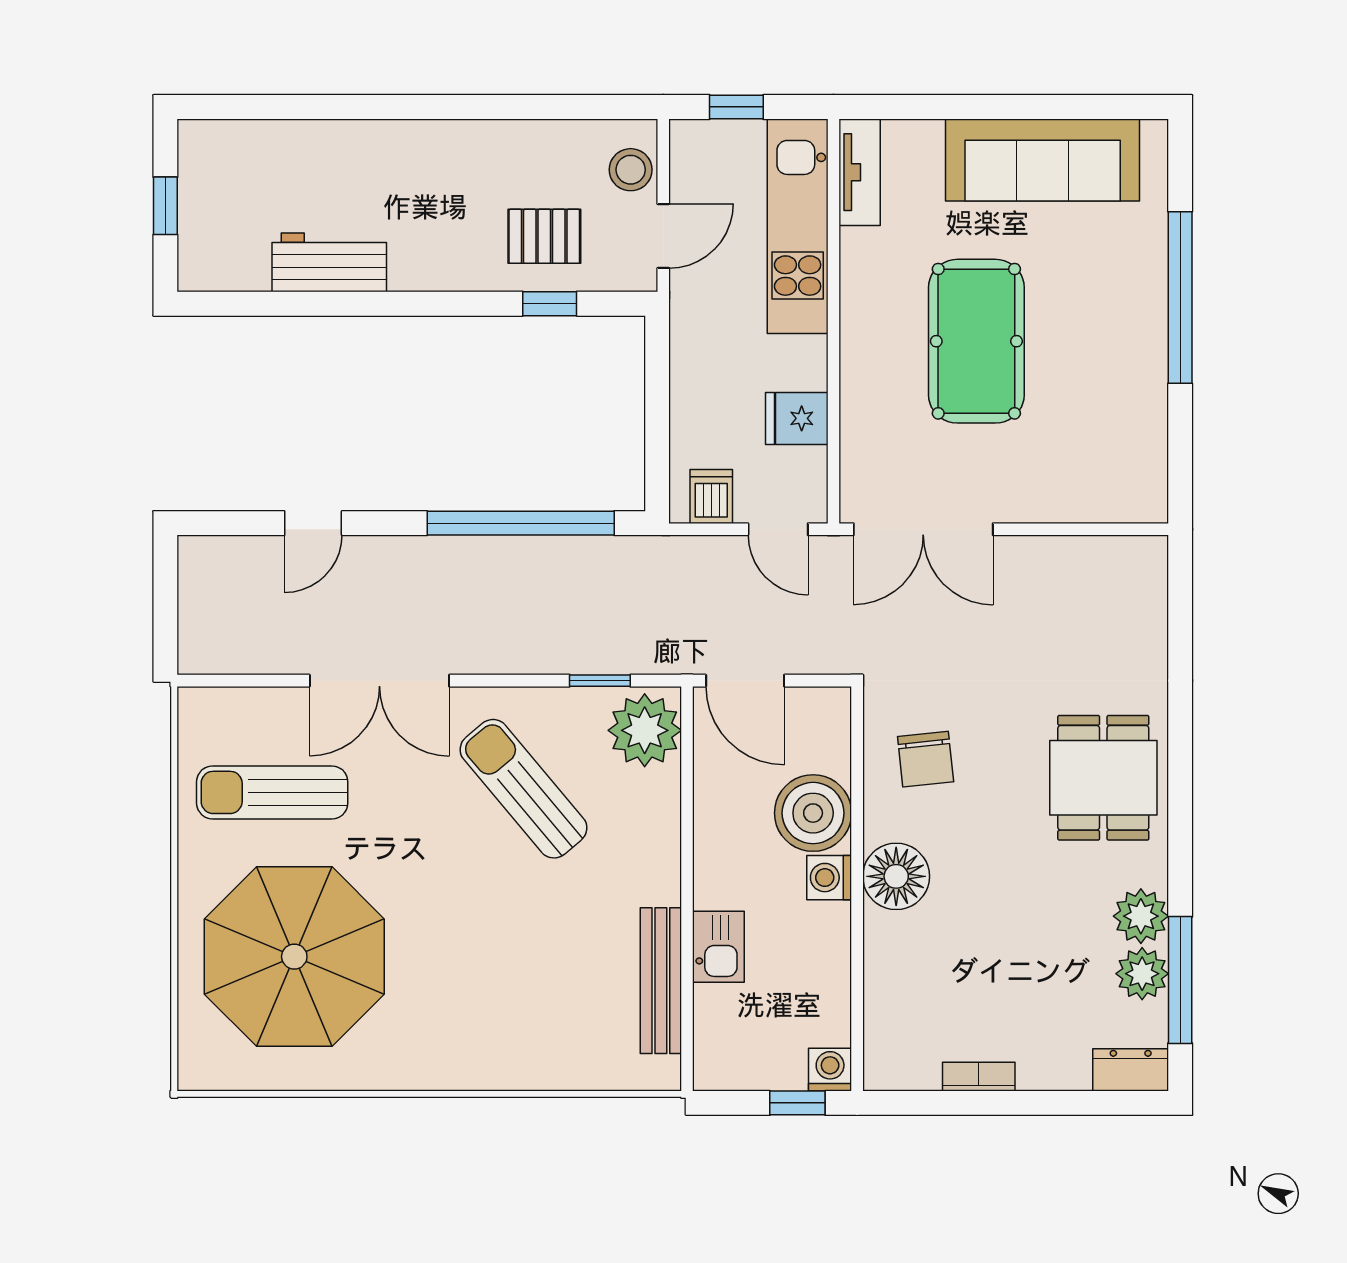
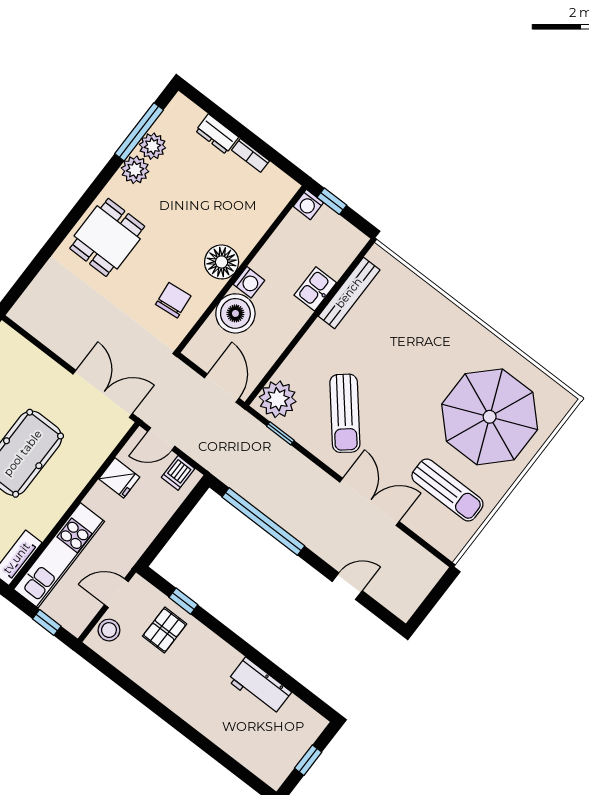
pallet: (544, 236) -> (165, 630), turned 90
door: (778, 529) -> (161, 439), swing flipped
dresser: (1131, 1070) -> (217, 134), moved

